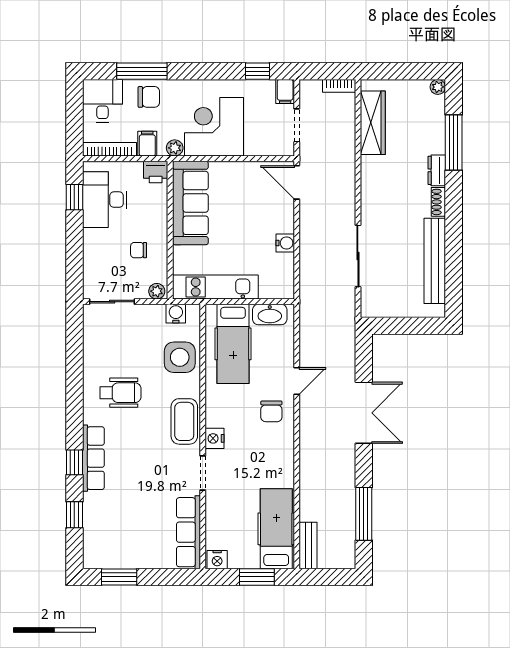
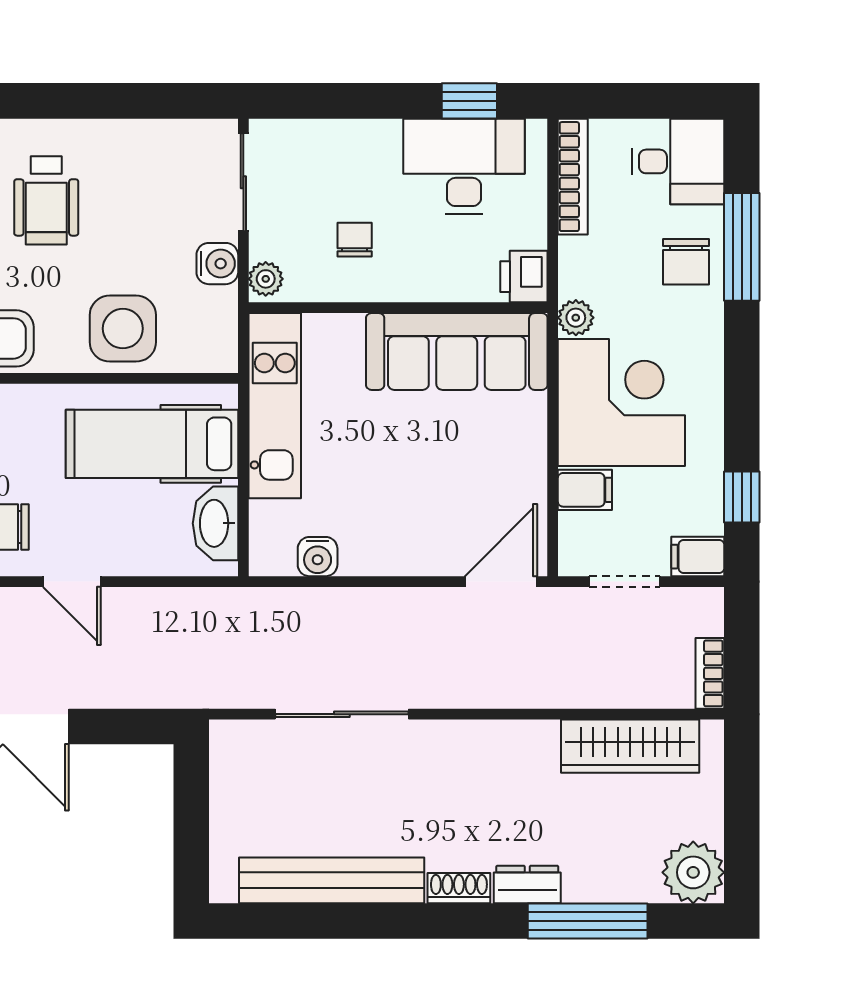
plant: (438, 87) -> (693, 872), width x1.87, depth x1.87
filing cabinet: (147, 144) -> (585, 490), moved
water cooler: (285, 243) -> (318, 557), moved
water cooler: (176, 314) -> (217, 264), moved

